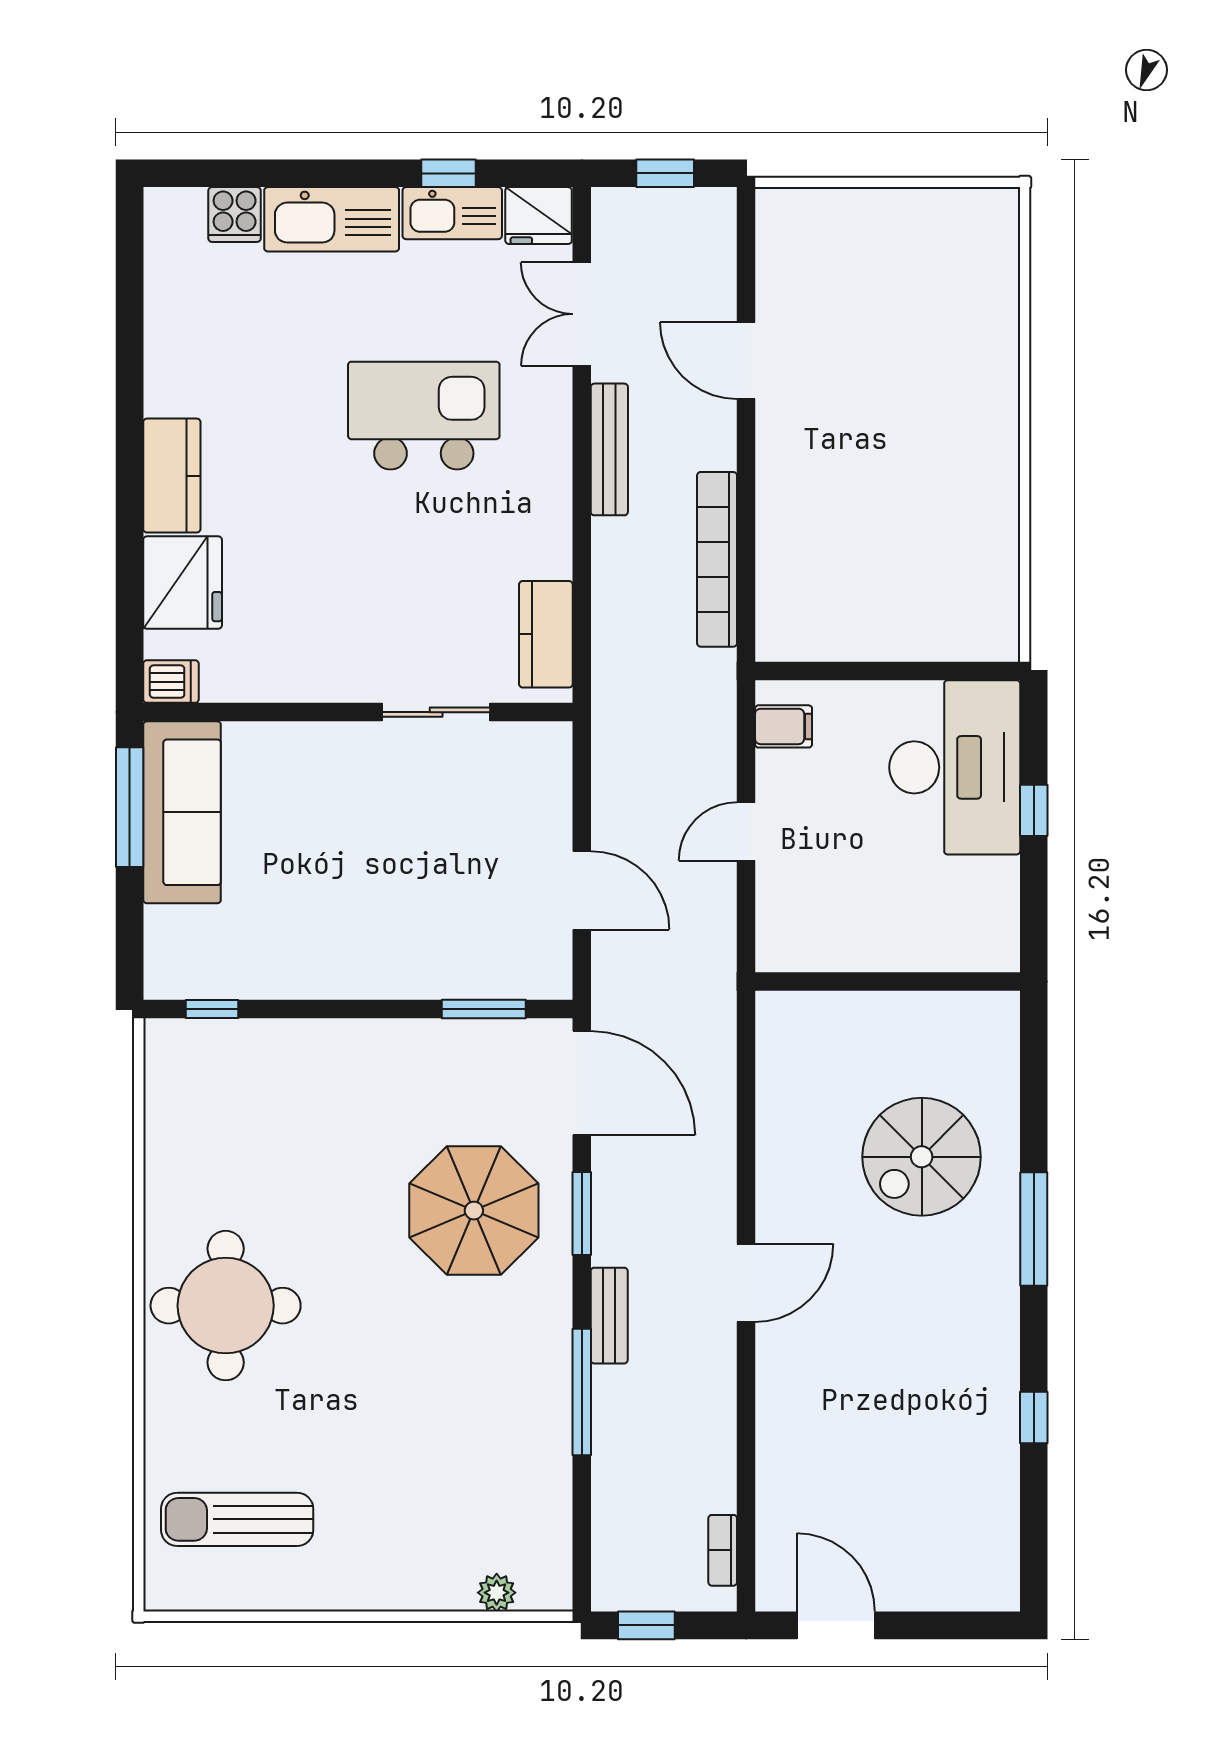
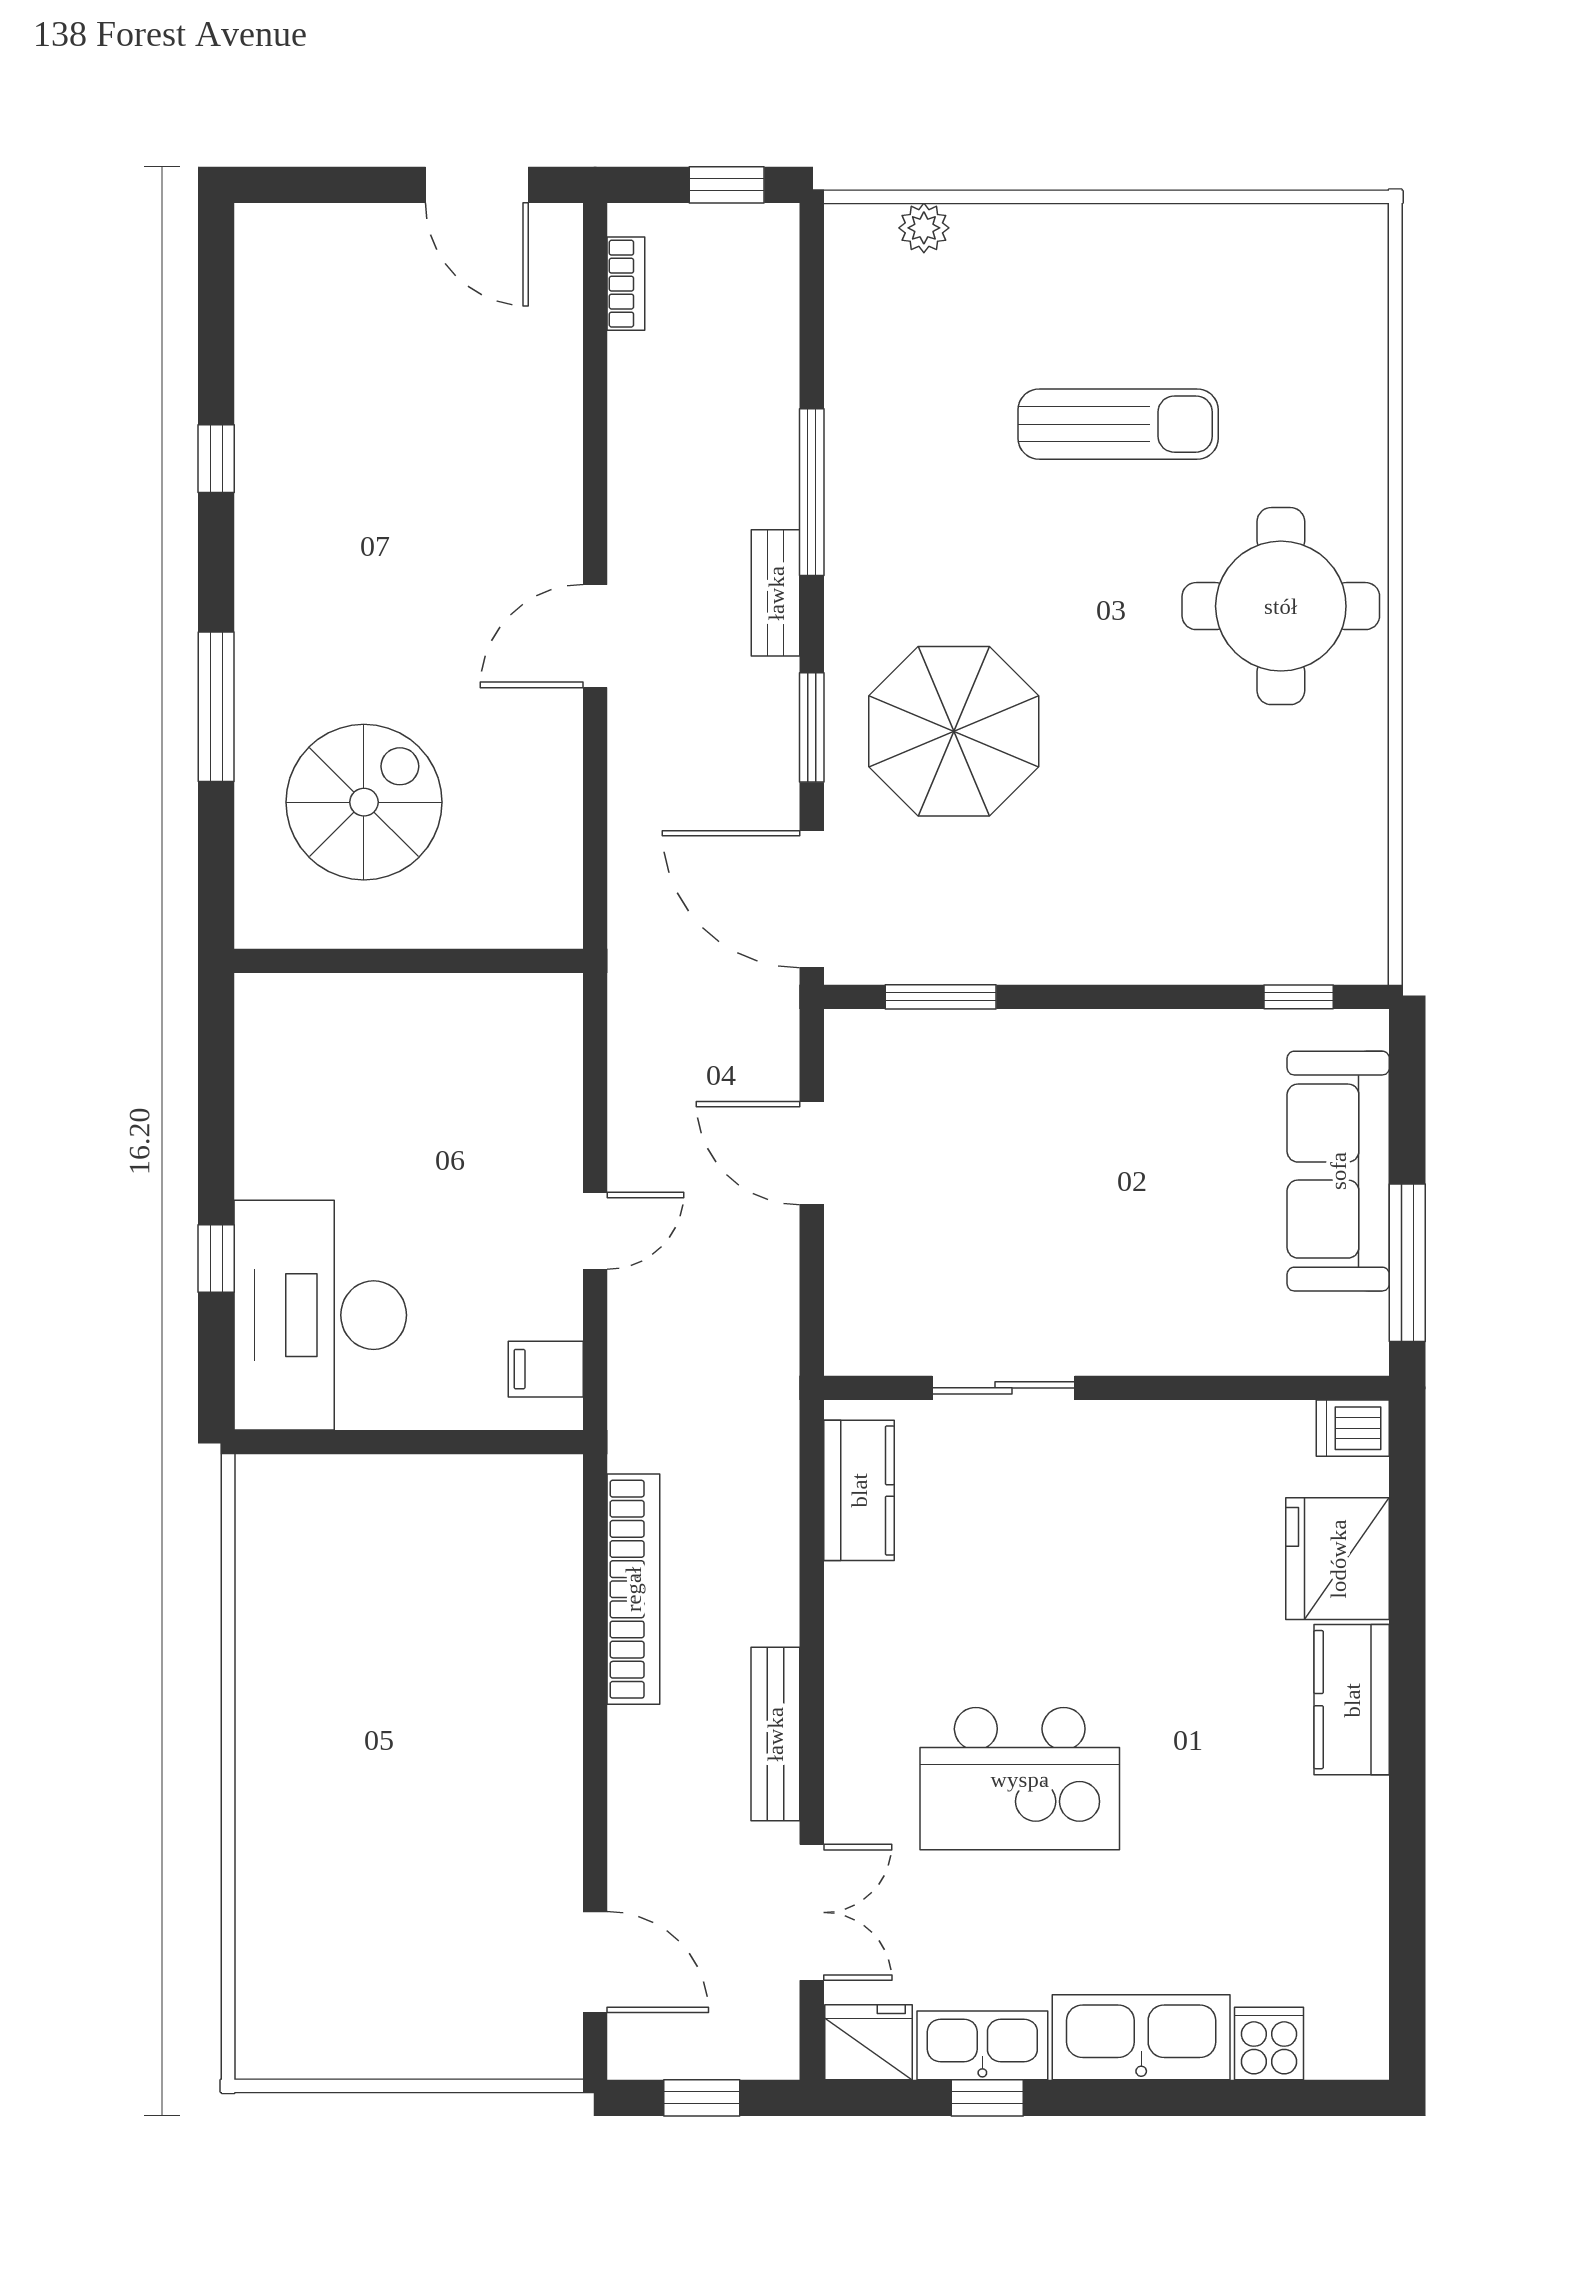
door: (746, 361) -> (595, 1962), moved
sofa: (182, 812) -> (1338, 1171), moved
wall: (888, 981) -> (409, 961), moved
sun lounger: (237, 1519) -> (1118, 424), moved

